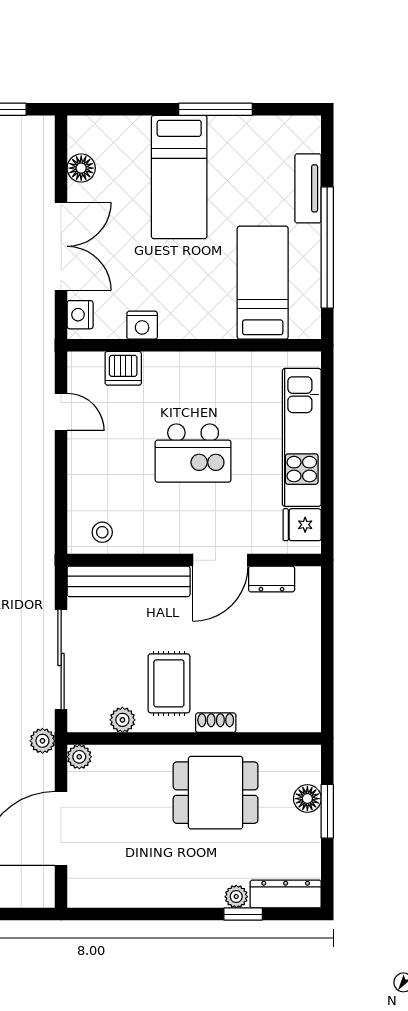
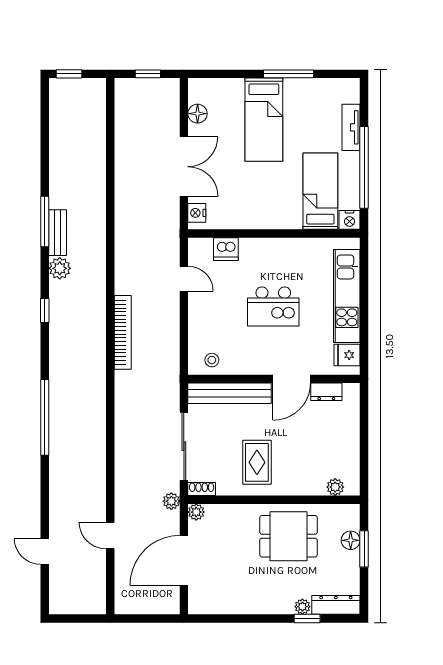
nightstand: (142, 325) -> (349, 220), moved
plant: (122, 720) -> (335, 487), moved
shoe rack: (216, 723) -> (202, 489), moved

